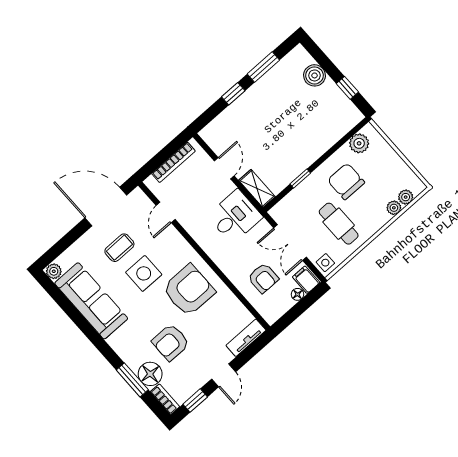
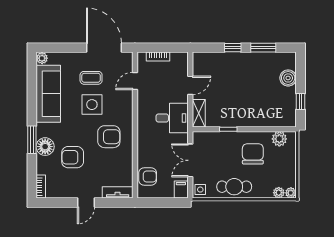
bookcase: (173, 162) -> (158, 56), width x0.64
plant: (394, 208) -> (291, 193), moved
cafe table: (339, 224) -> (234, 187), moved, turned 90
armchair: (263, 278) -> (148, 177), moved, turned -90
armchair: (189, 290) -> (109, 137), width x0.73, depth x0.73
floor lamp: (297, 294) -> (169, 194), removed
floor lamp: (150, 374) -> (45, 147), moved
window: (132, 380) -> (32, 140), moved
window: (195, 401) -> (57, 202), removed

